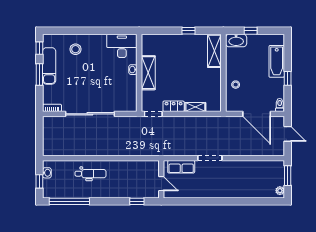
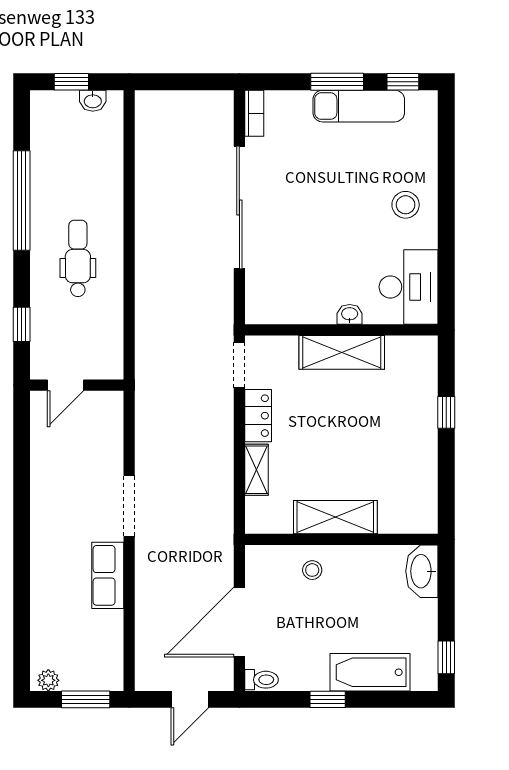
window: (188, 31) -> (446, 412), moved
window: (251, 31) -> (446, 657), moved
stool: (76, 49) -> (406, 205), moved
shelving: (214, 51) -> (335, 517), moved
row of seats: (181, 167) -> (108, 575), moved
dental chair: (91, 174) -> (78, 258), moved, turned 180
window: (69, 201) -> (22, 201), moved

